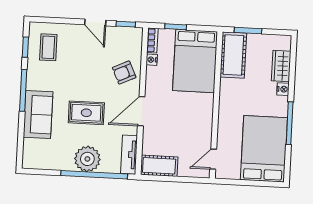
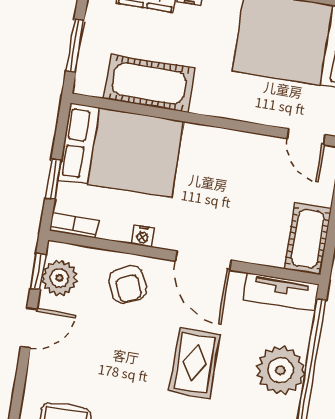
plant: (124, 36) -> (59, 278), added
cot: (233, 55) -> (149, 83), moved
nightstand: (152, 60) -> (143, 236), moved

